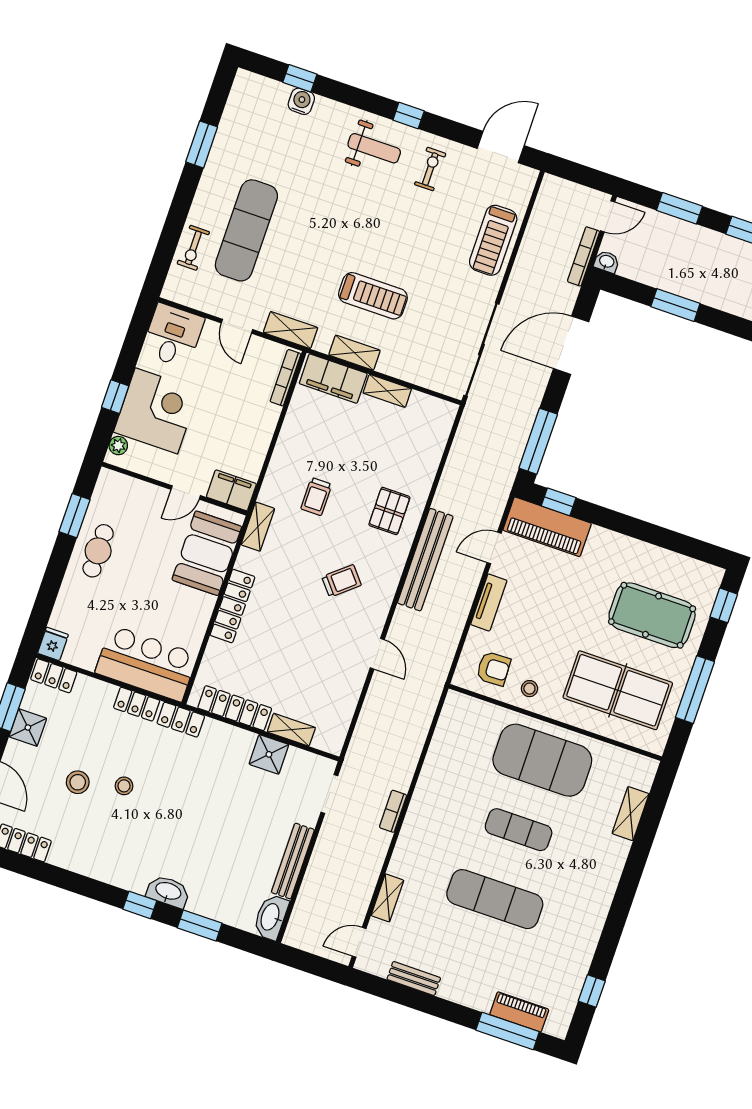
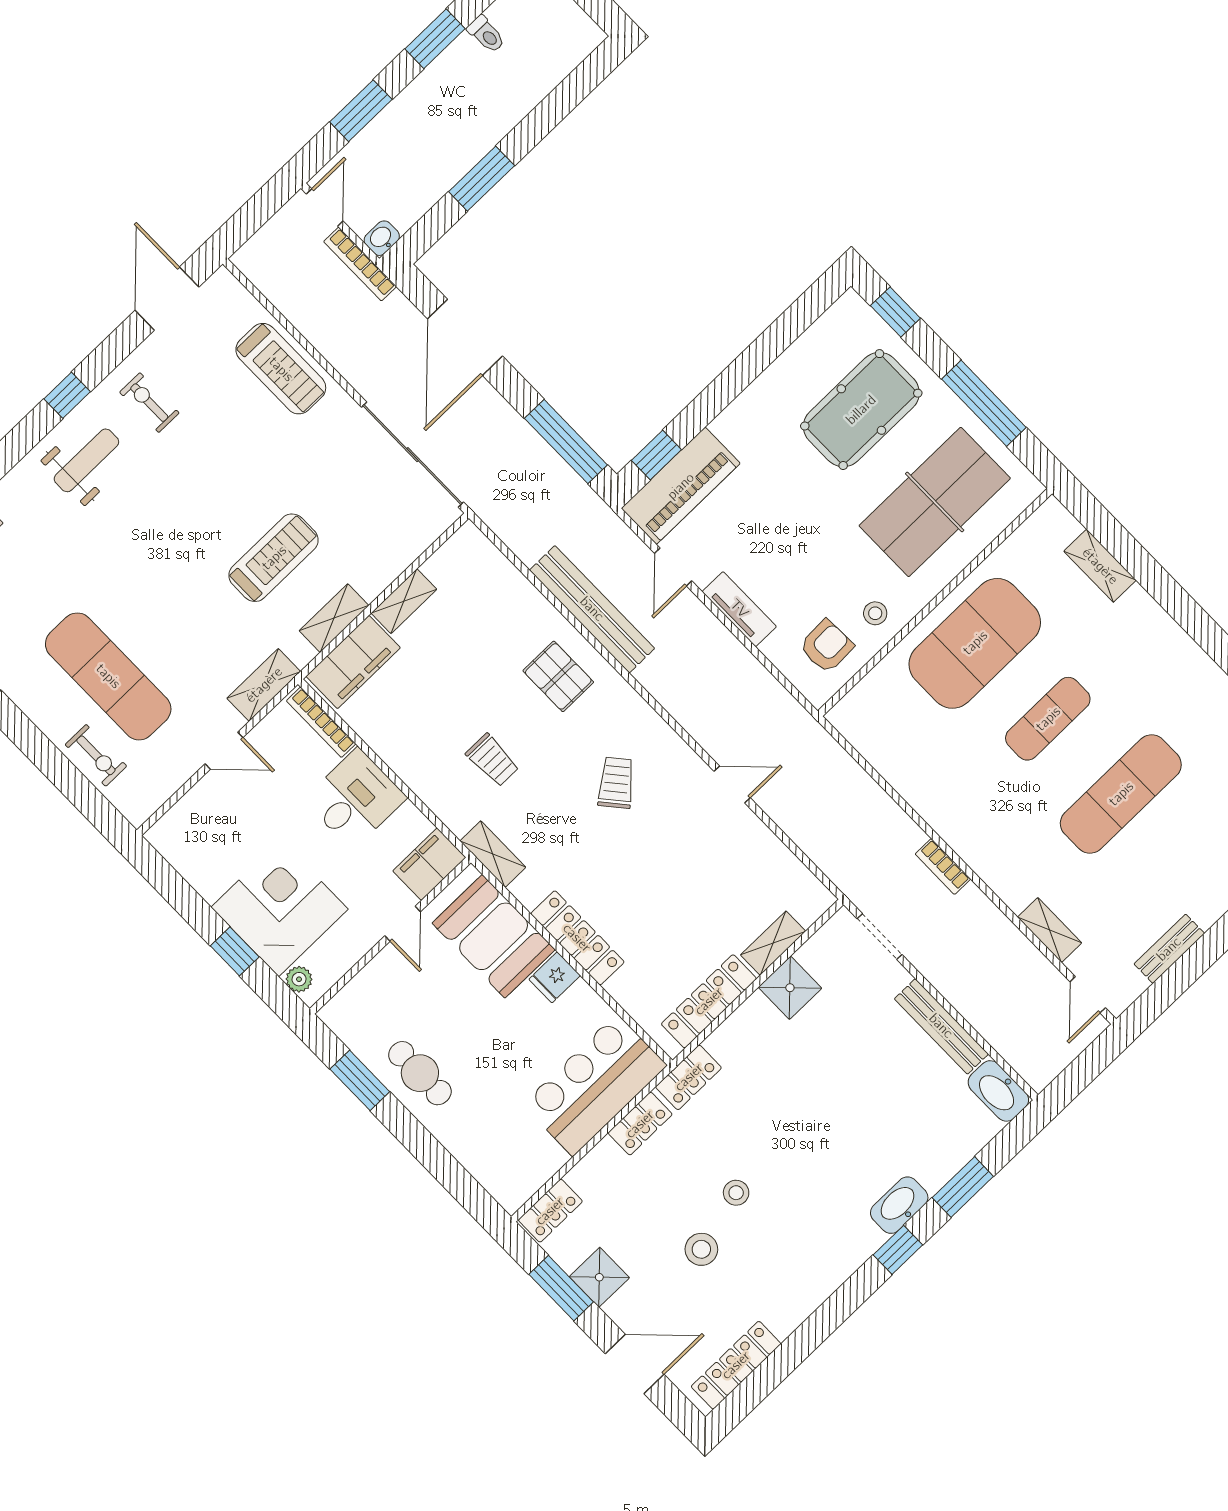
desk: (173, 336) -> (355, 799), moved, turned 90
bench: (425, 560) -> (592, 609), moved
fridge: (53, 644) -> (555, 977), moved, turned -90

